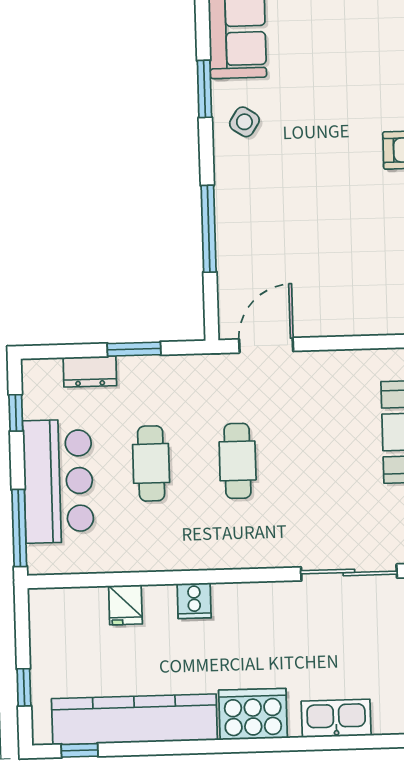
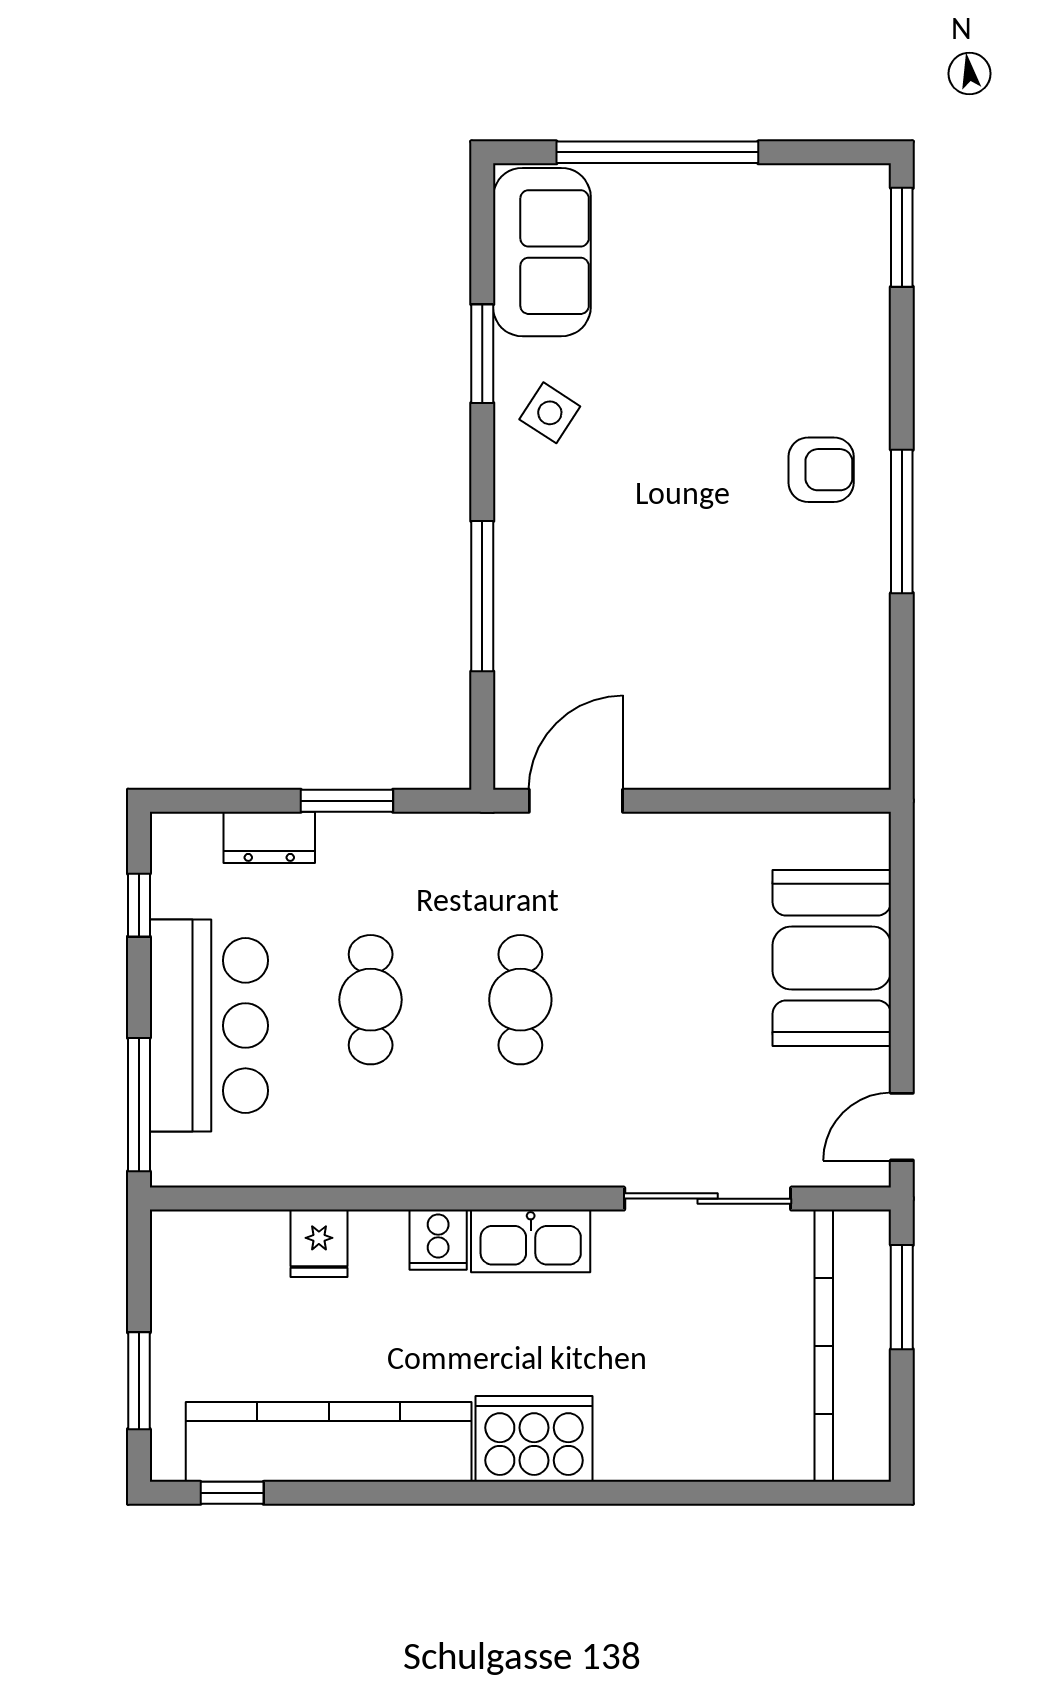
window: (24, 687) -> (139, 1381), width x1.50
kitchen sink: (336, 718) -> (531, 1241), moved, turned 180

